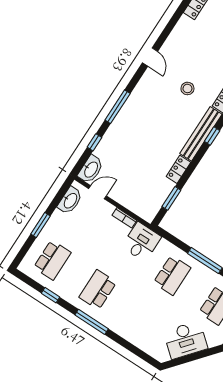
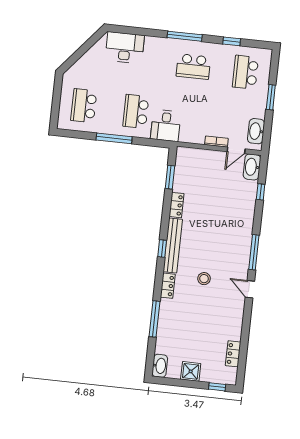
window: (118, 107) -> (254, 252), moved
bookcase: (124, 218) -> (216, 142), moved
desk: (141, 242) -> (166, 126), moved
school desk: (98, 290) -> (193, 67), turned 90
desk: (186, 340) -> (125, 48), moved, turned 50

